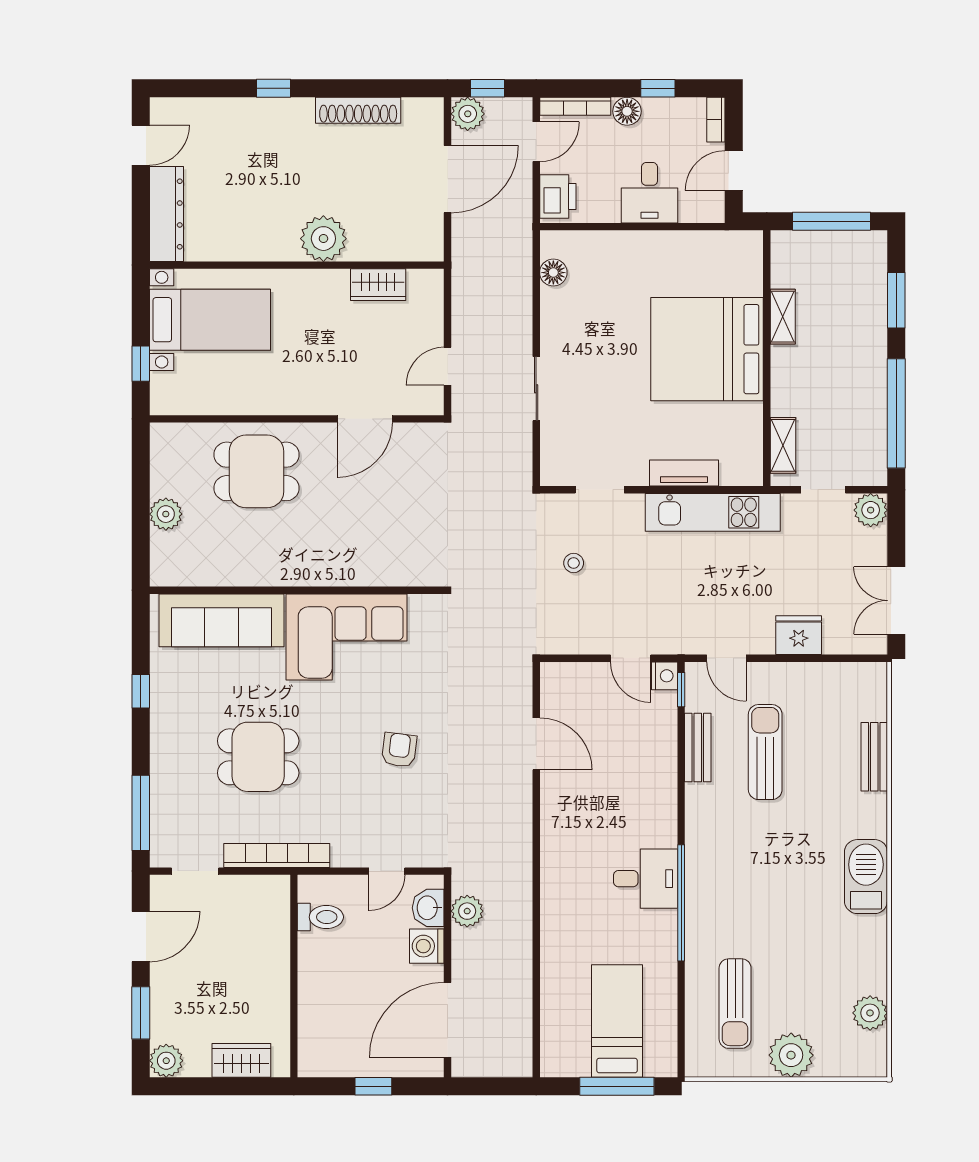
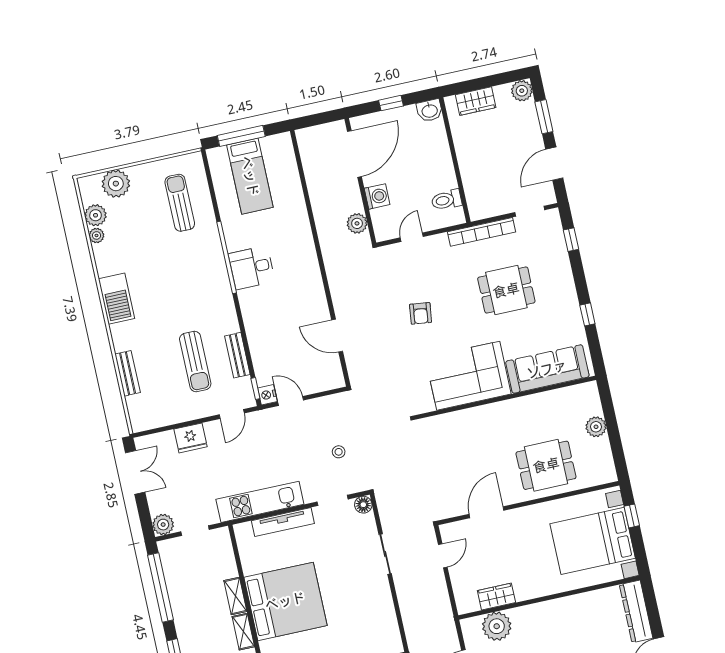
plant: (323, 239) -> (497, 626), moved
floor lamp: (553, 273) -> (363, 505), moved
bed with nightstands: (210, 320) -> (593, 541), width x1.36
shelving: (783, 445) -> (235, 596), moved
tv unit: (684, 473) -> (283, 522), width x1.41
door: (726, 658) -> (232, 414), swing flipped
window: (141, 813) -> (571, 240), width x0.46
washbasin: (428, 908) -> (430, 110), moved, turned 90
plant: (875, 981) -> (96, 235), added
plant: (791, 1055) -> (116, 184), moved

